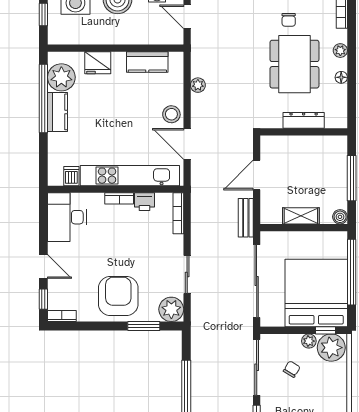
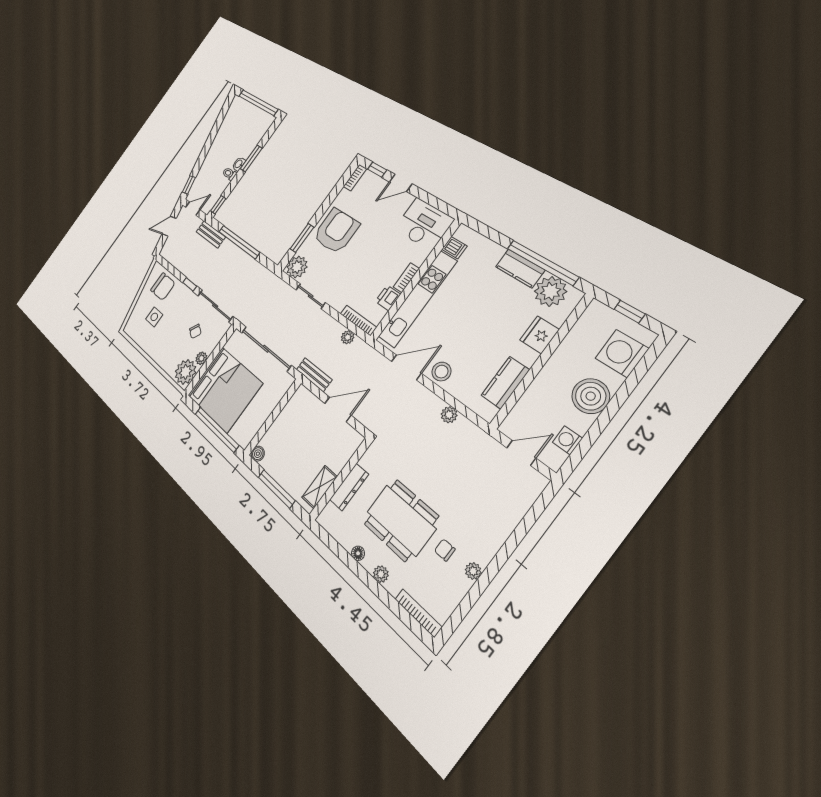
door: (257, 175) -> (338, 409), hinge flipped
plant: (197, 212) -> (348, 337), added
shelving: (301, 216) -> (320, 487), moved
armchair: (118, 296) -> (336, 231), turned -90
window: (326, 330) -> (198, 377), removed

